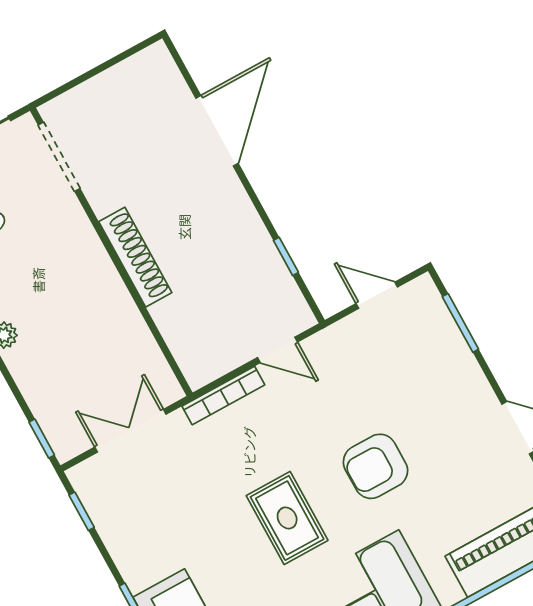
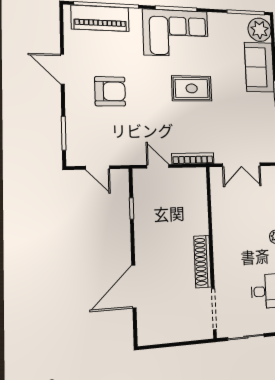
shoe rack: (135, 257) -> (202, 262), moved
armchair: (375, 466) -> (110, 91), moved
rug: (287, 518) -> (192, 88), turned 90

